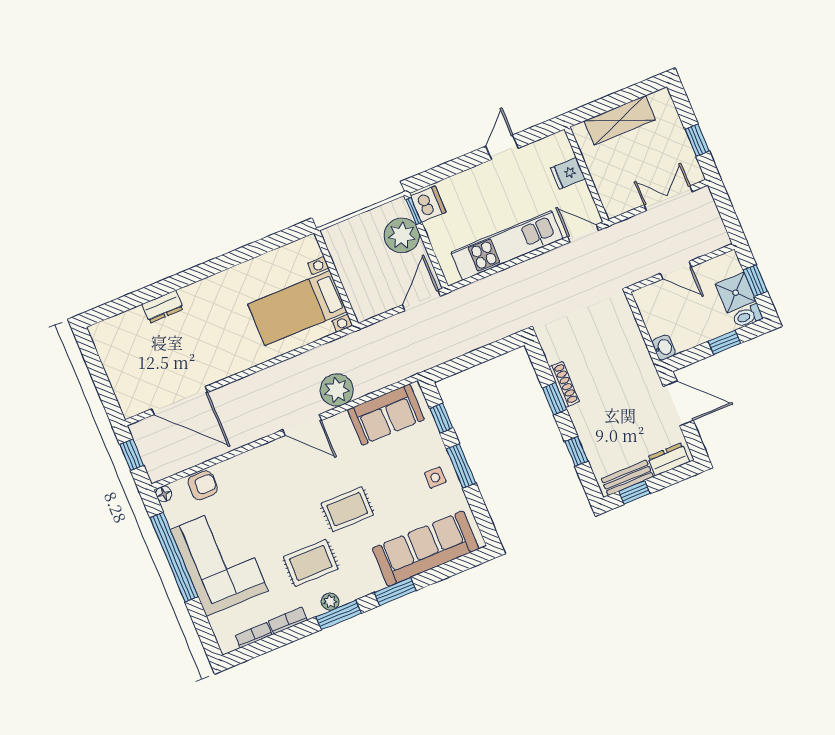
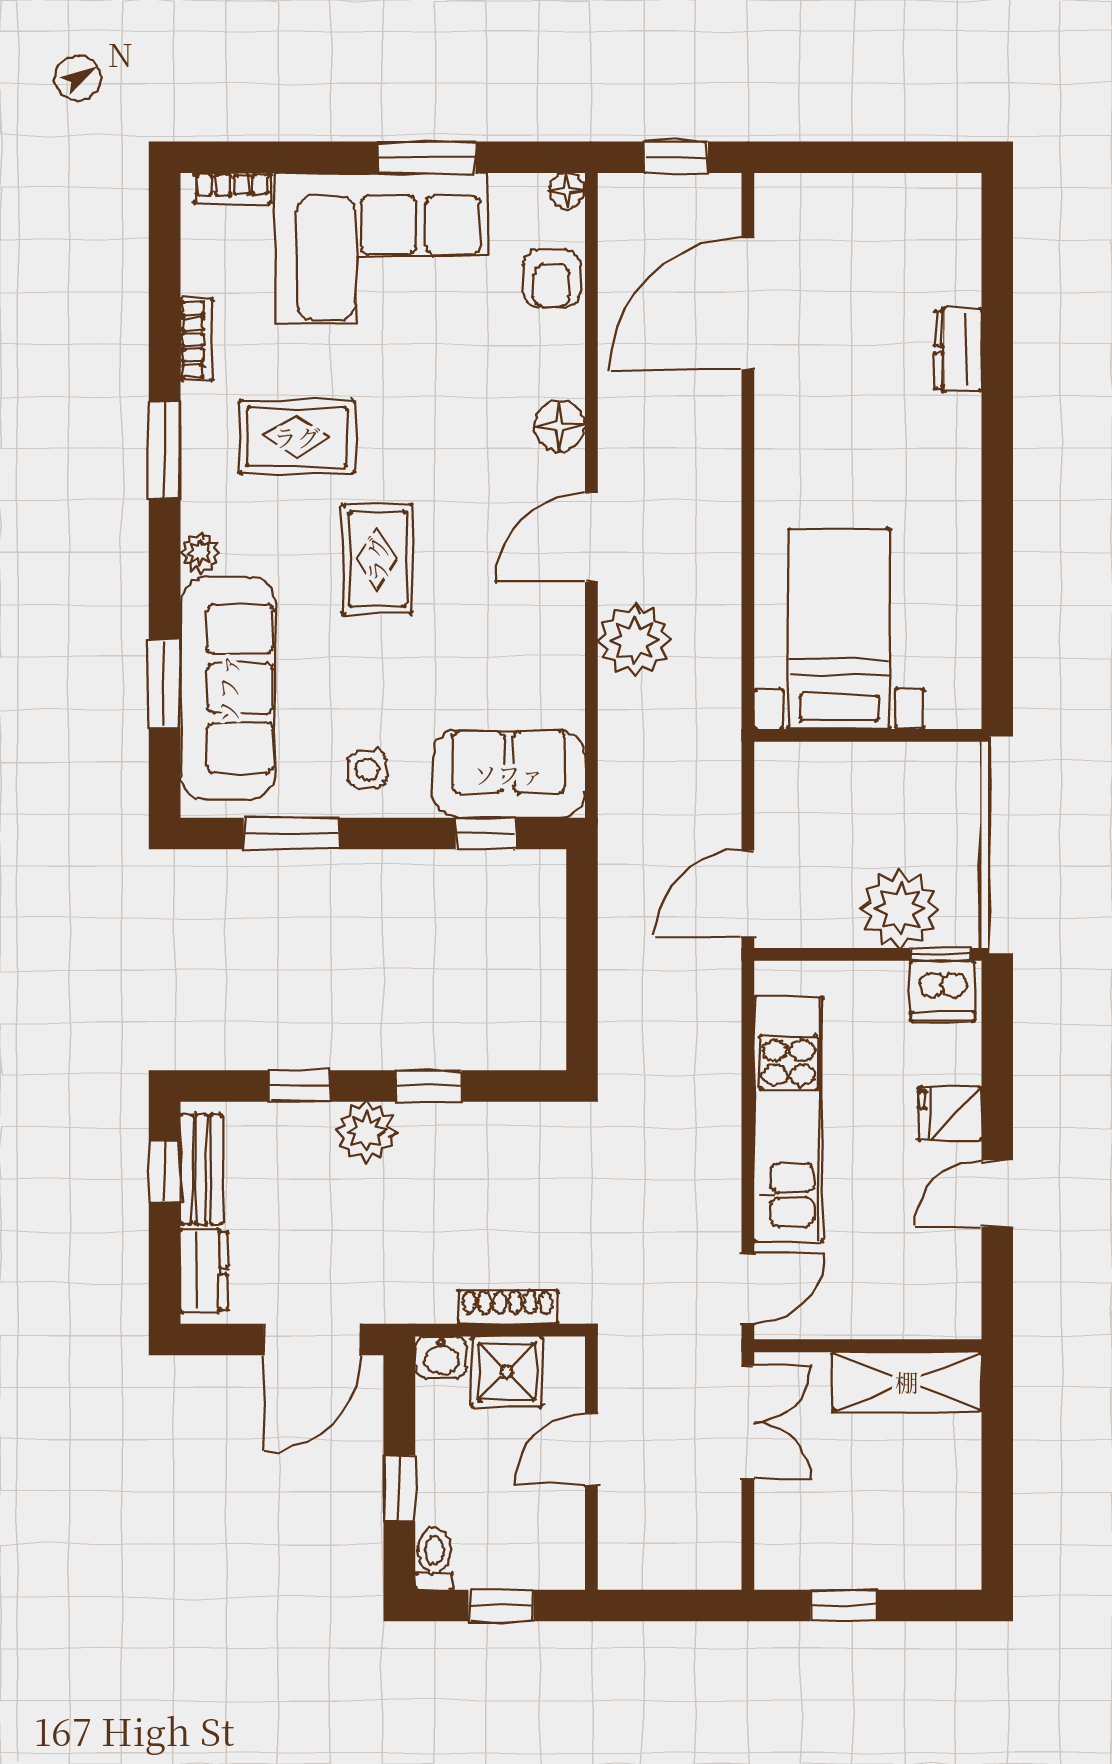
shelving: (620, 120) -> (907, 1382), moved, turned 90
door: (502, 147) -> (997, 1194), swing flipped
fridge: (568, 173) -> (950, 1114), moved, turned -90
double door: (668, 198) -> (748, 1422), moved
shower: (736, 293) -> (507, 1372), moved
door: (422, 300) -> (748, 894), swing flipped
shoe rack: (564, 384) -> (507, 1307), moved, turned 180
sofa: (386, 415) -> (509, 774), moved, turned 90
plant: (584, 416) -> (366, 1132), added
floor lamp: (262, 457) -> (560, 426), added
window: (461, 466) -> (291, 833), moved
window: (174, 557) -> (427, 157), width x0.47
rug: (311, 563) -> (297, 437), turned 90
window: (395, 591) -> (165, 684), moved
plant: (330, 602) -> (200, 553), moved
bookcase: (254, 635) -> (232, 188), moved, turned 90

